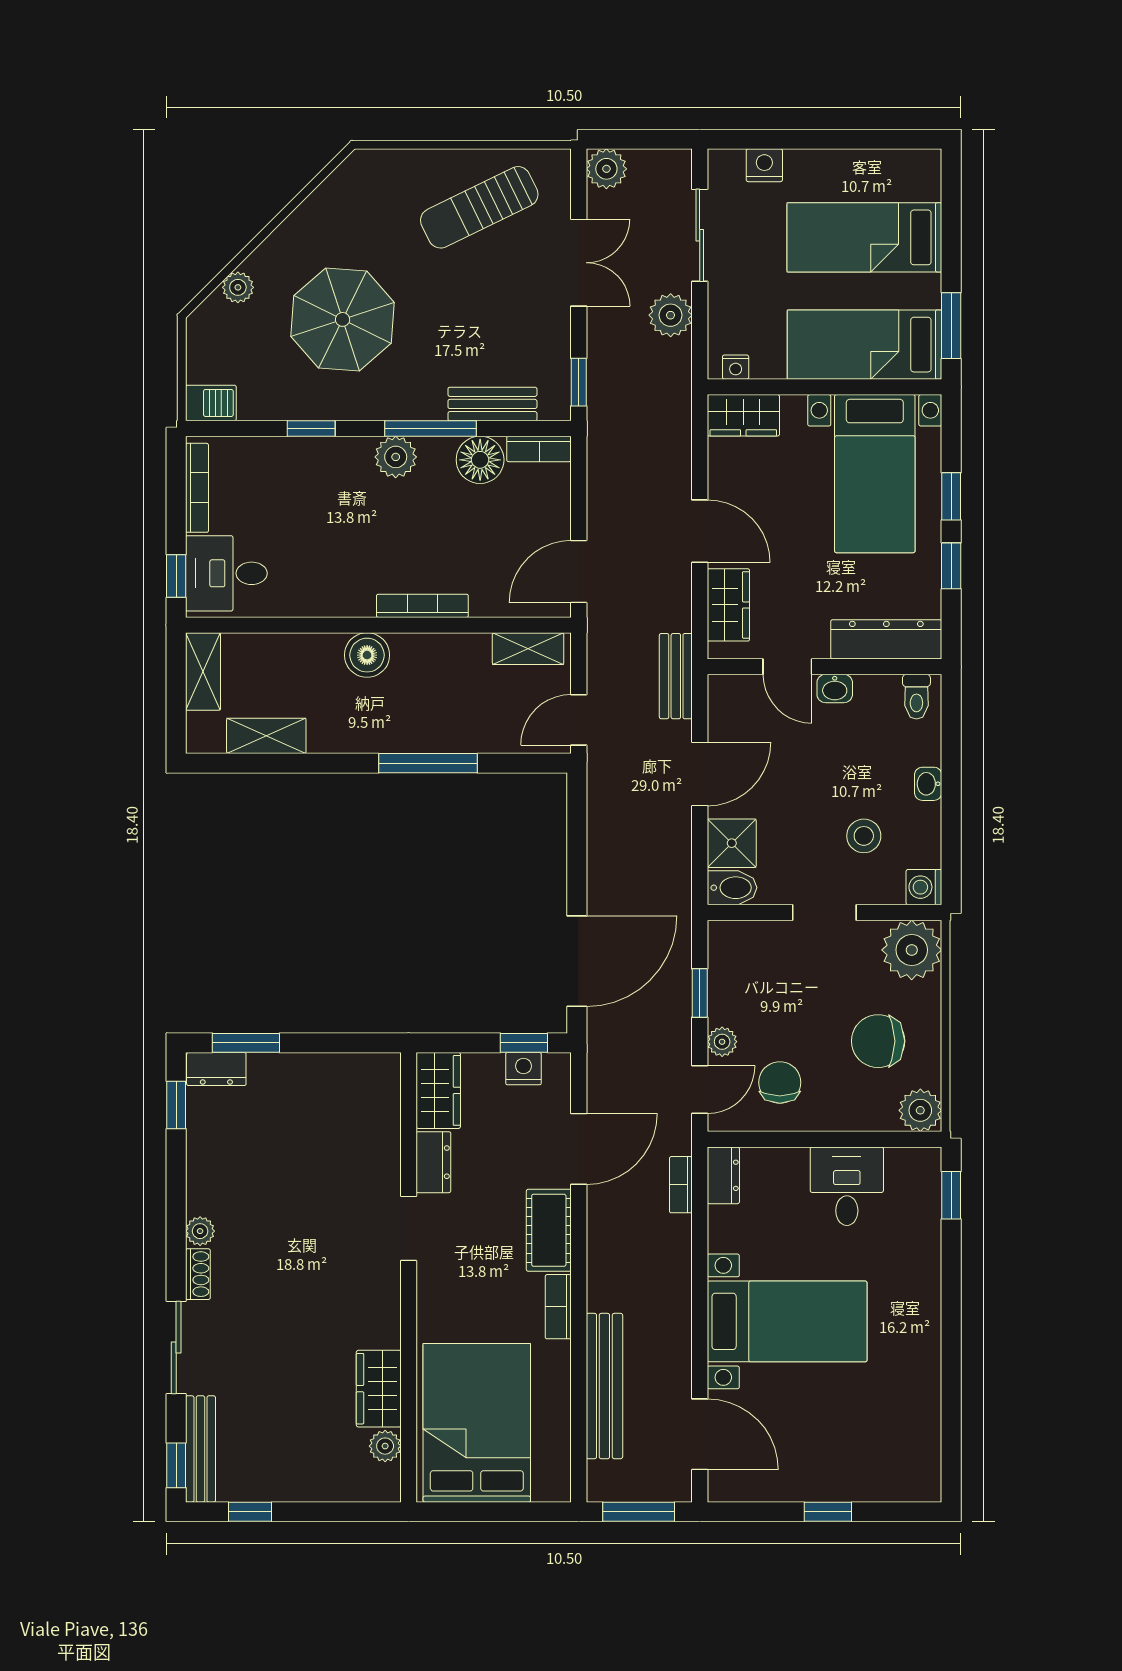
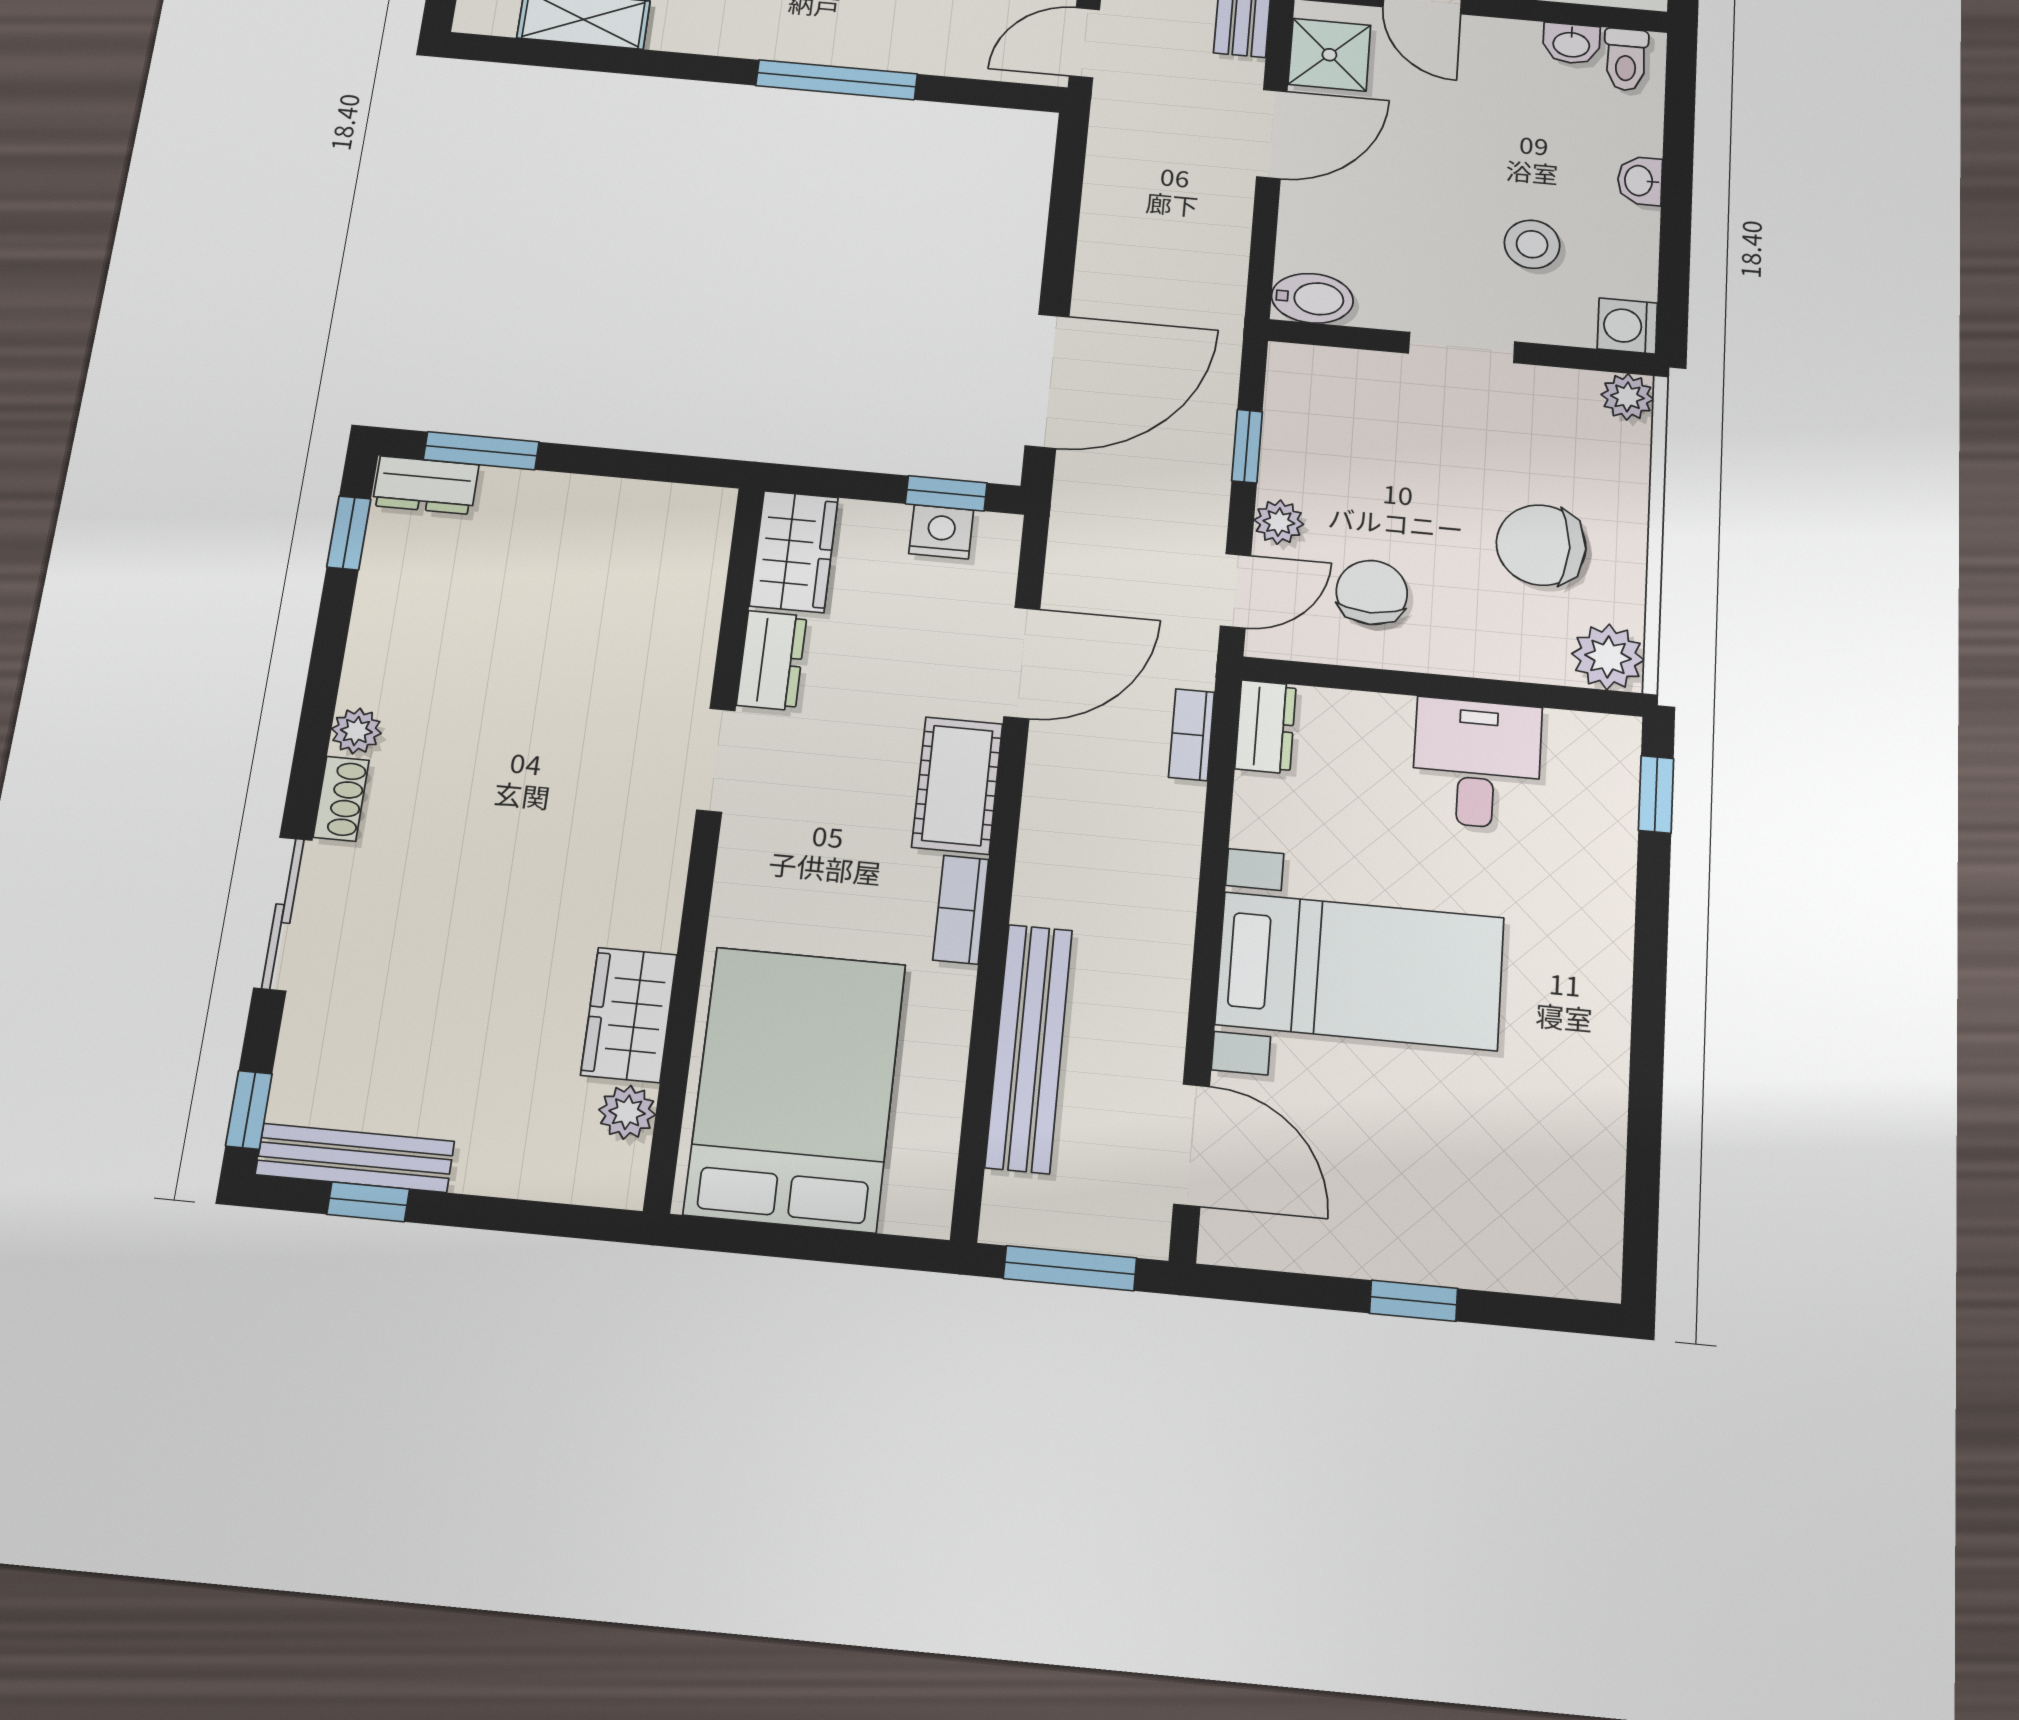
washbasin: (835, 689) -> (1571, 44), moved
shower: (732, 843) -> (1329, 55), moved
plant: (912, 950) -> (1627, 397), width x0.53, depth x0.53
bench: (200, 1449) -> (355, 1158), moved, turned 90

